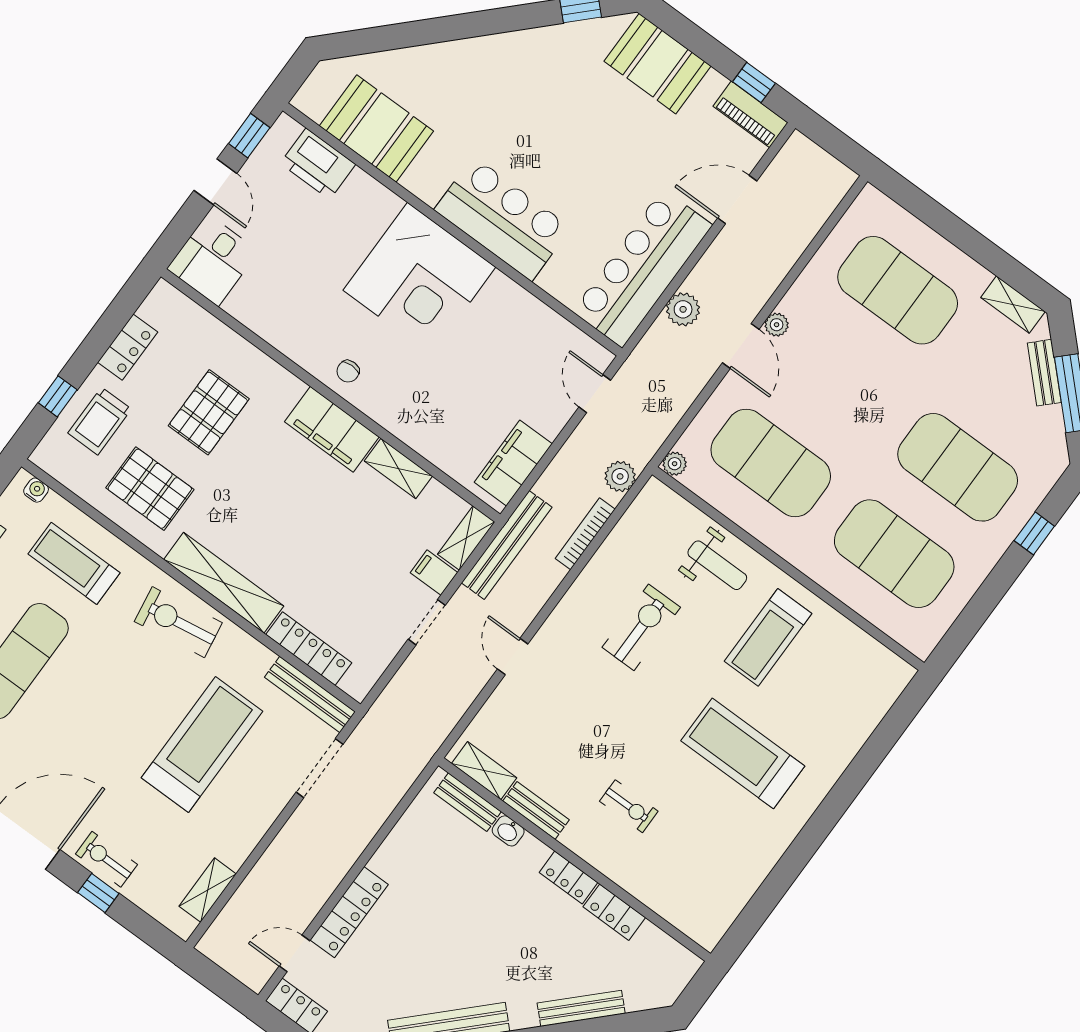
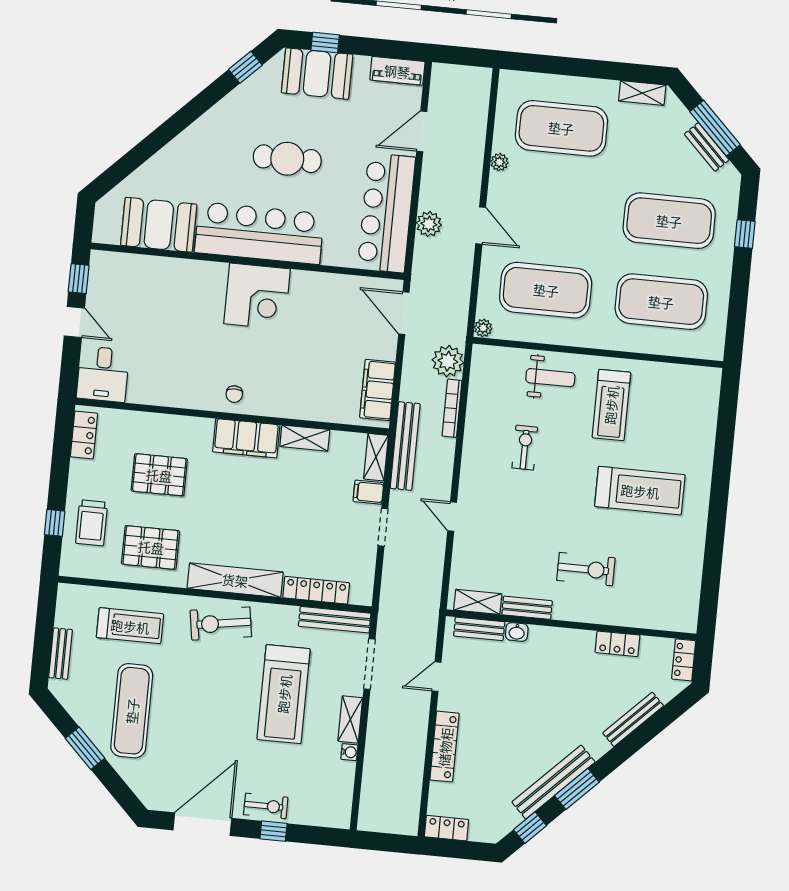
window: (754, 83) -> (325, 43), moved
cafe table: (566, 140) -> (287, 159), added
printer: (318, 164) -> (134, 270), removed
bar counter: (503, 219) -> (259, 233), width x1.36
corner desk: (419, 279) -> (257, 296), width x0.74, depth x0.74
plant: (777, 325) -> (499, 162), moved
locker: (128, 347) -> (84, 435), moved
bench: (1044, 373) -> (707, 147), moved
door: (595, 394) -> (404, 313), width x1.38
pallet: (209, 412) -> (159, 475), turned 90
plant: (620, 476) -> (448, 361), width x1.36, depth x1.36
water cooler: (36, 490) -> (349, 752), moved, turned 90
treadmill: (74, 563) -> (130, 626), turned 180
exercise bike: (641, 627) -> (525, 448), width x0.73, depth x0.72
treadmill: (202, 744) -> (284, 694), turned 180
treadmill: (743, 753) -> (640, 491), turned 180
exercise bike: (629, 806) -> (586, 569), width x1.38, depth x1.39
exercise bike: (106, 859) -> (266, 806), turned 180
locker: (569, 877) -> (684, 660), moved, turned 90
shelving: (208, 890) -> (350, 719), moved
door: (294, 953) -> (436, 677), moved

